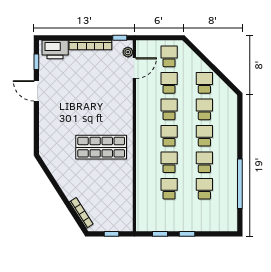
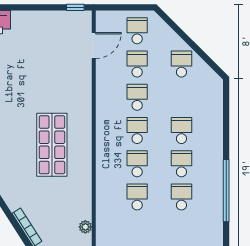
bookcase: (90, 45) -> (38, 17), removed
plant: (128, 52) -> (85, 227), moved
school desk: (204, 109) -> (181, 97), removed
shop shelf: (101, 147) -> (52, 145), turned 90

